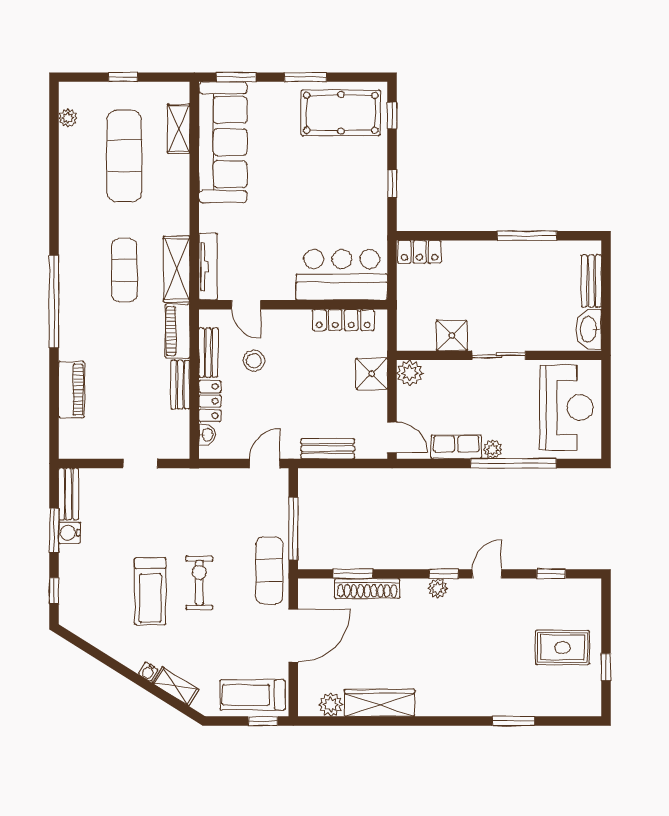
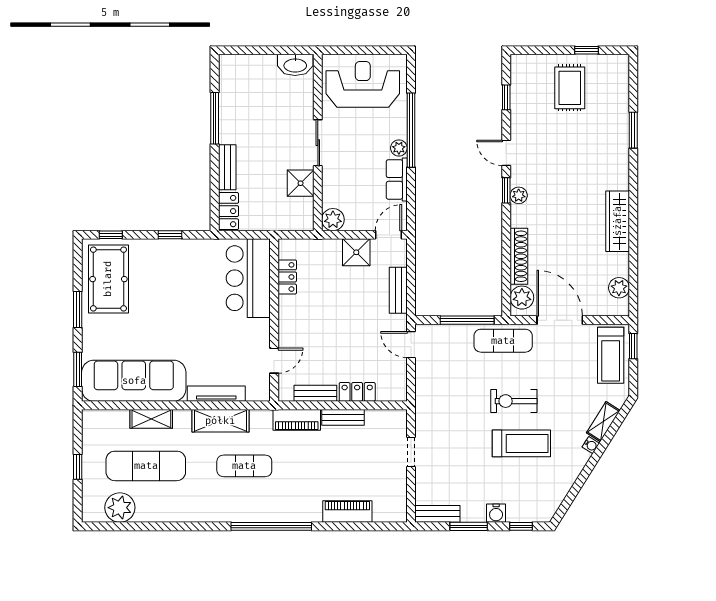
plant: (68, 118) -> (120, 508), width x1.87, depth x1.87
shelving: (179, 129) -> (151, 419), moved
tv unit: (208, 267) -> (216, 394), moved
shelving: (177, 269) -> (220, 421), moved
bench: (591, 281) -> (227, 167), moved, turned 90
locker: (343, 320) -> (287, 277), width x0.66
stool: (254, 361) -> (322, 354), removed
shower: (372, 374) -> (356, 252), moved
washbasin: (207, 435) -> (386, 394), removed
water cooler: (69, 533) -> (496, 513), moved
window: (353, 574) -> (506, 269), removed
plant: (319, 592) -> (522, 298), added
wardrobe: (380, 703) -> (618, 221), moved

